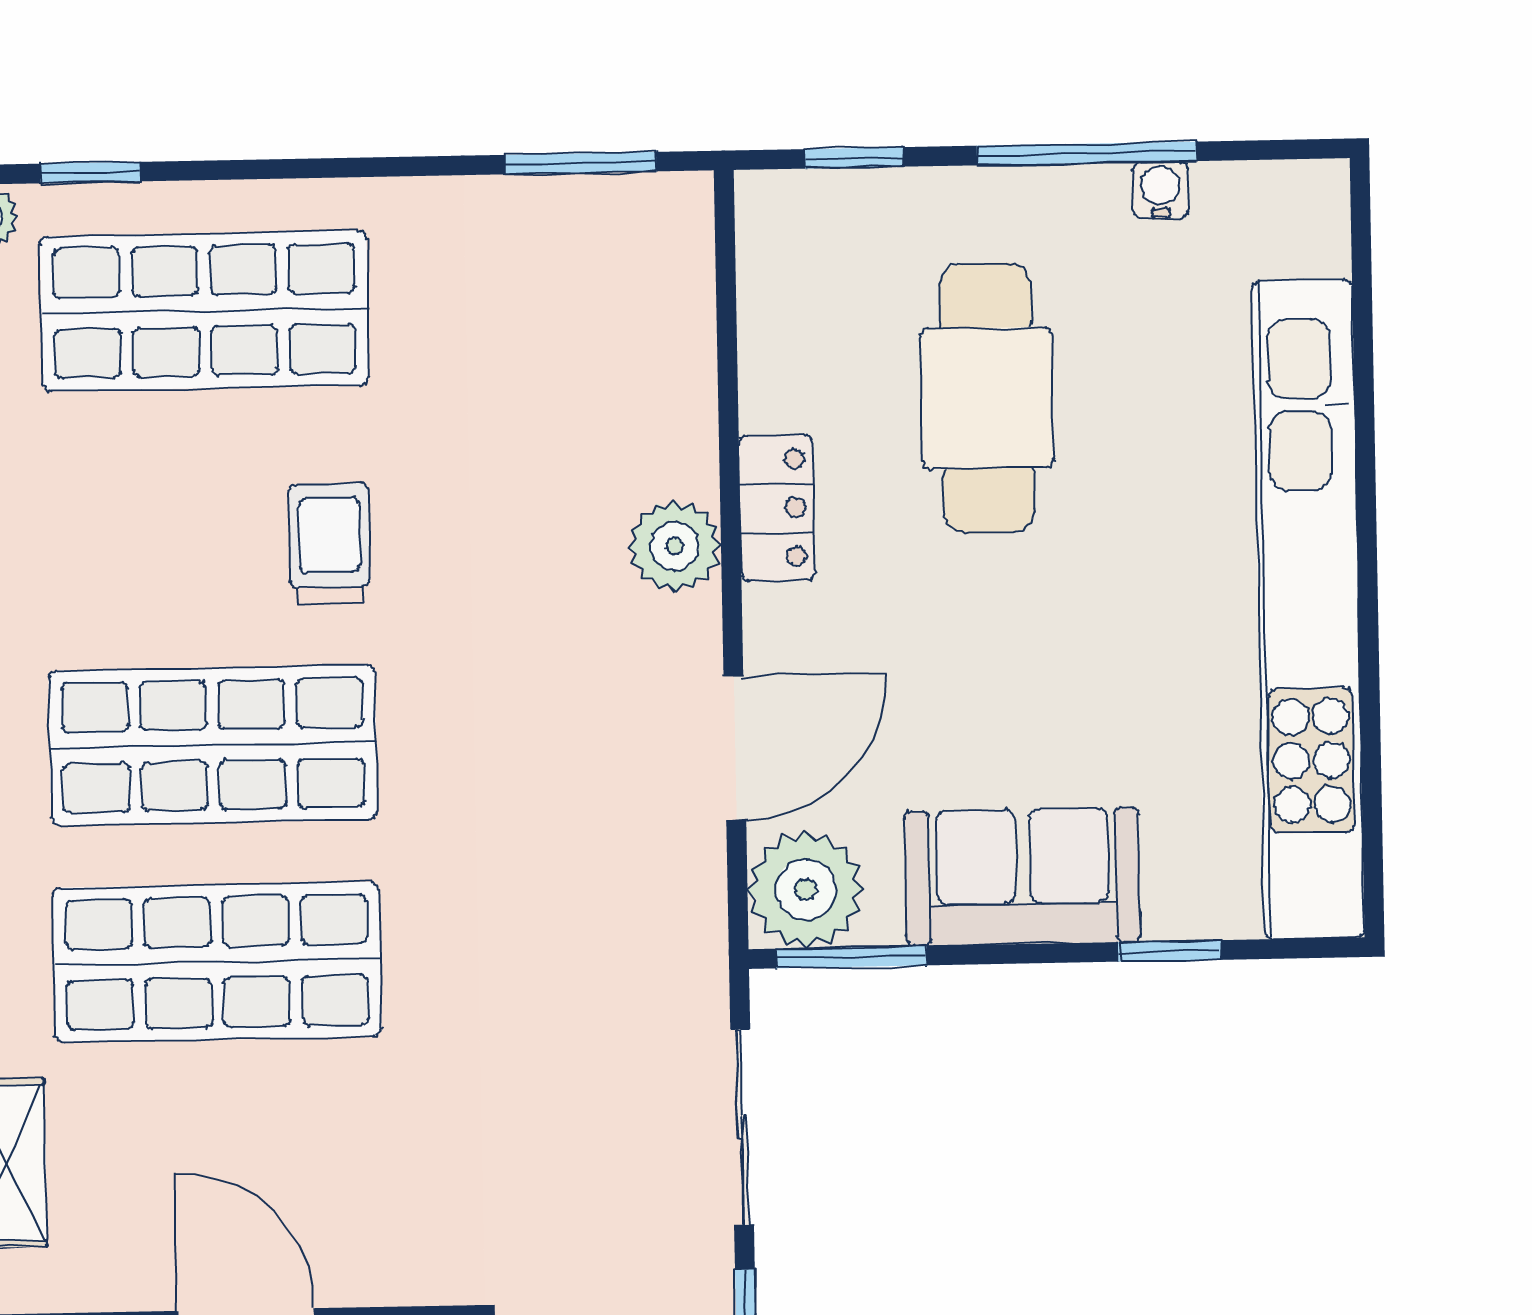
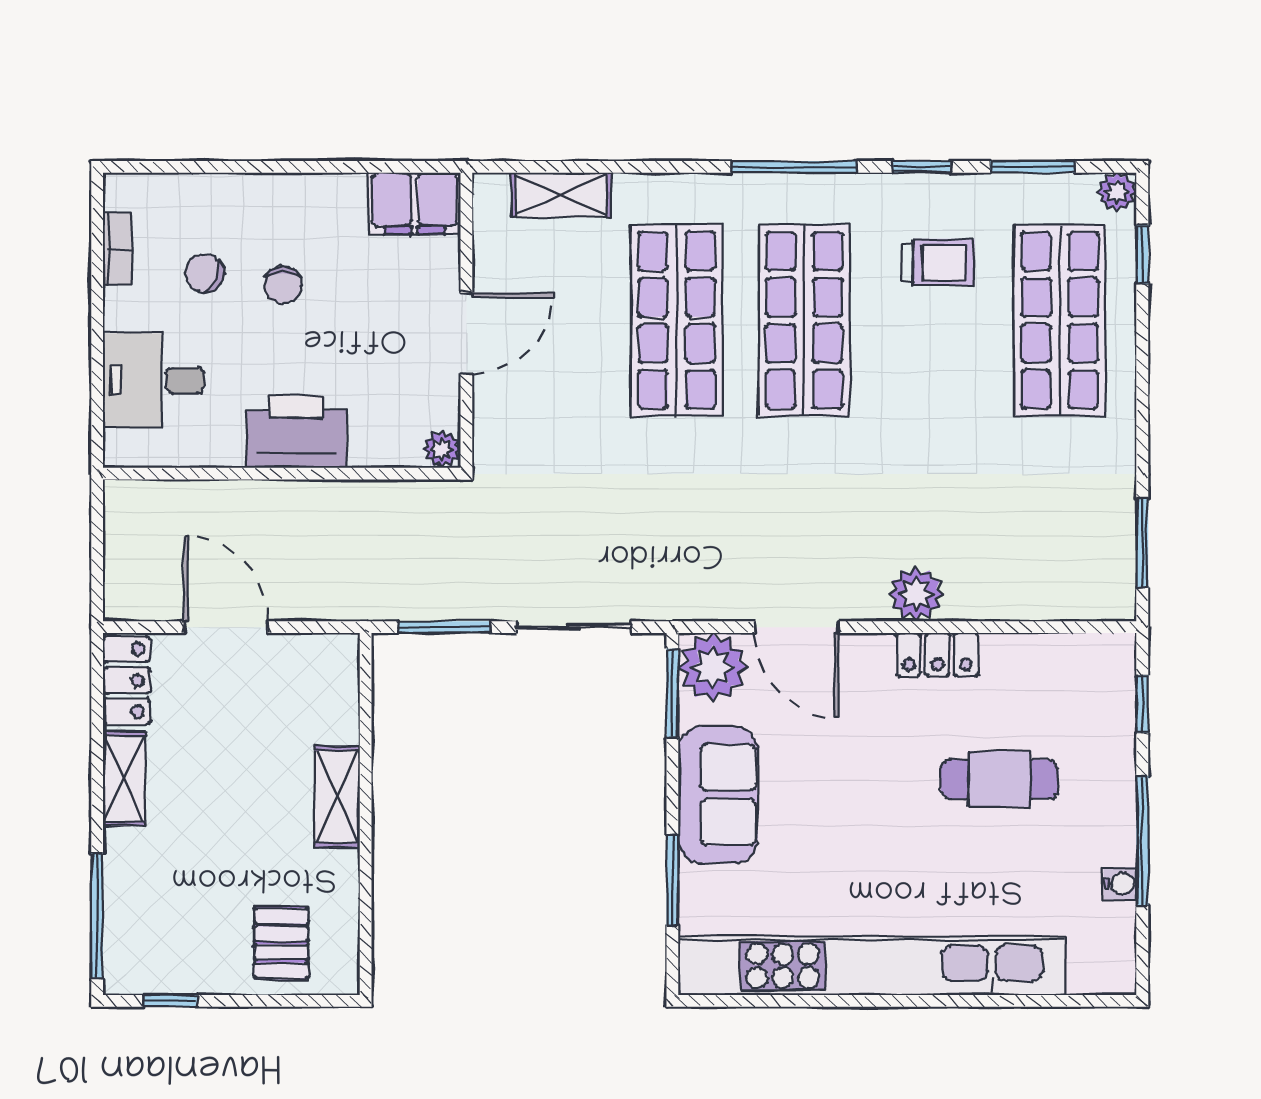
cafe table: (987, 398) -> (1000, 779), width x0.73, depth x0.74
trolley: (329, 544) -> (939, 262), moved
window: (1170, 951) -> (672, 880), width x1.50

